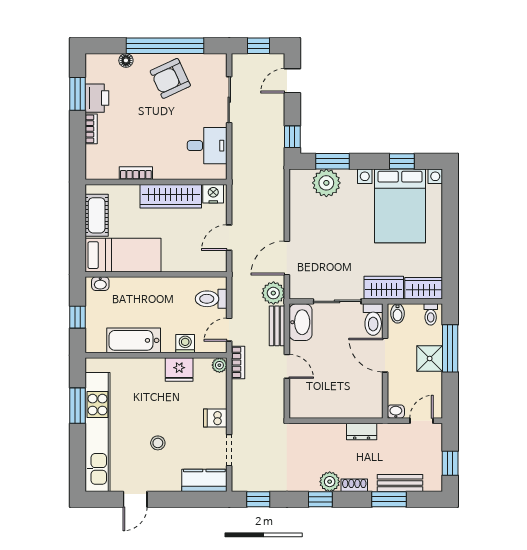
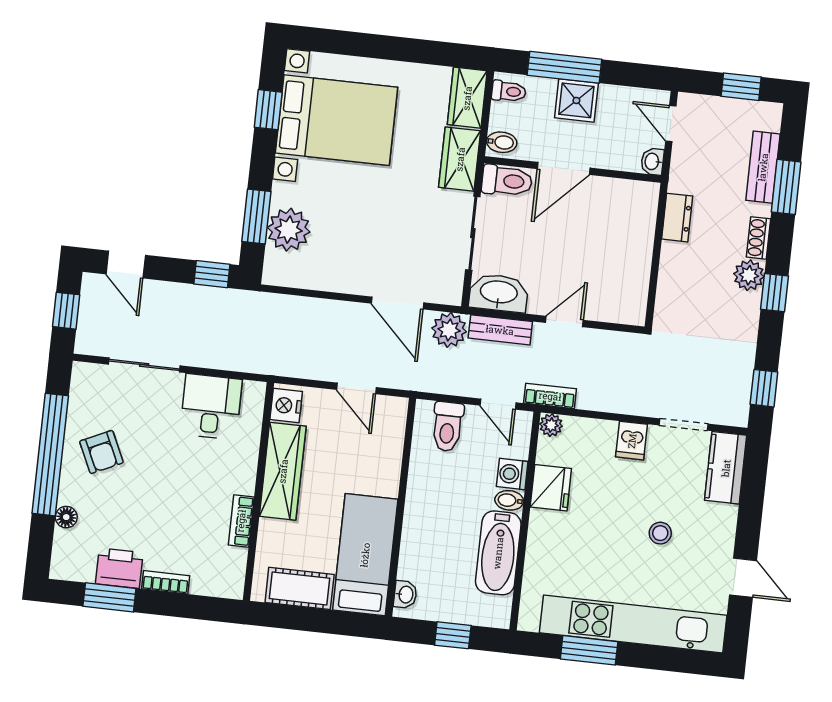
armchair: (170, 78) -> (101, 452), width x0.72, depth x0.72
bidet: (168, 344) -> (509, 500), added

